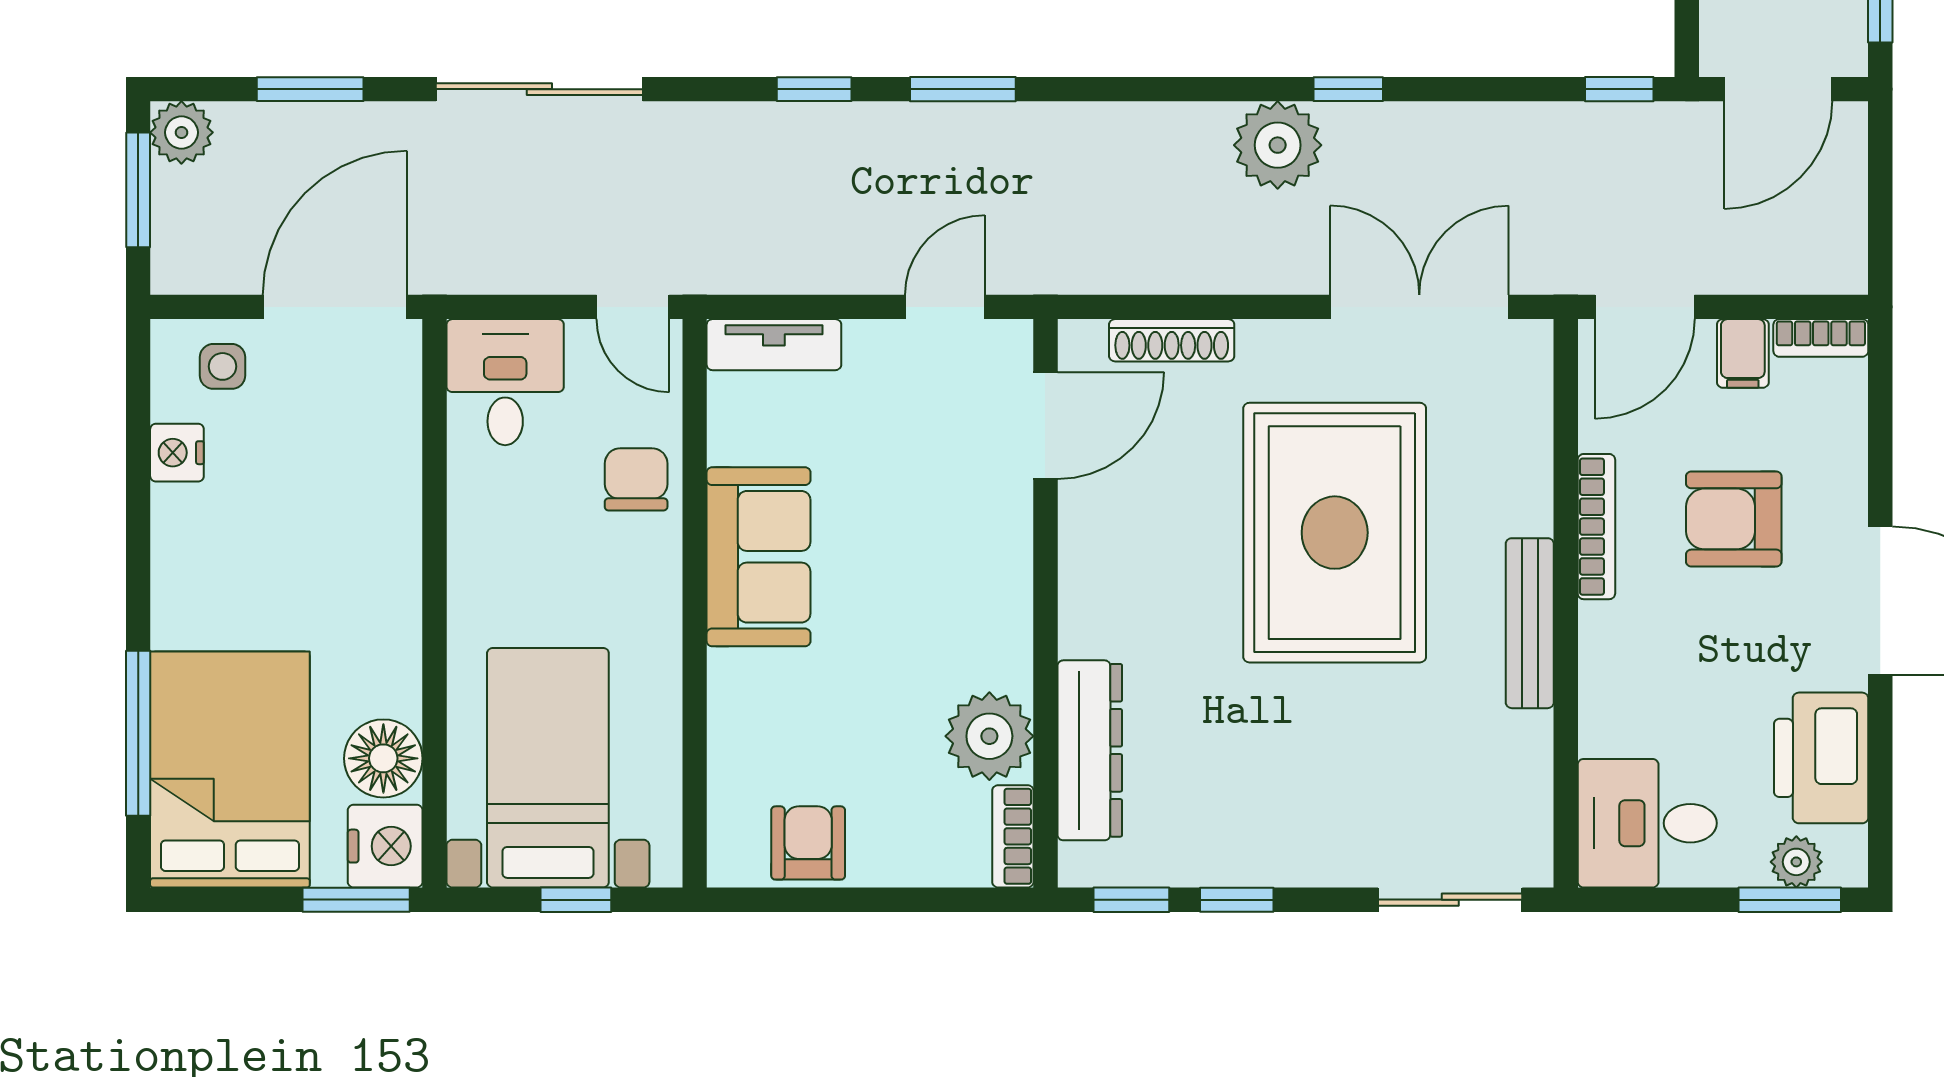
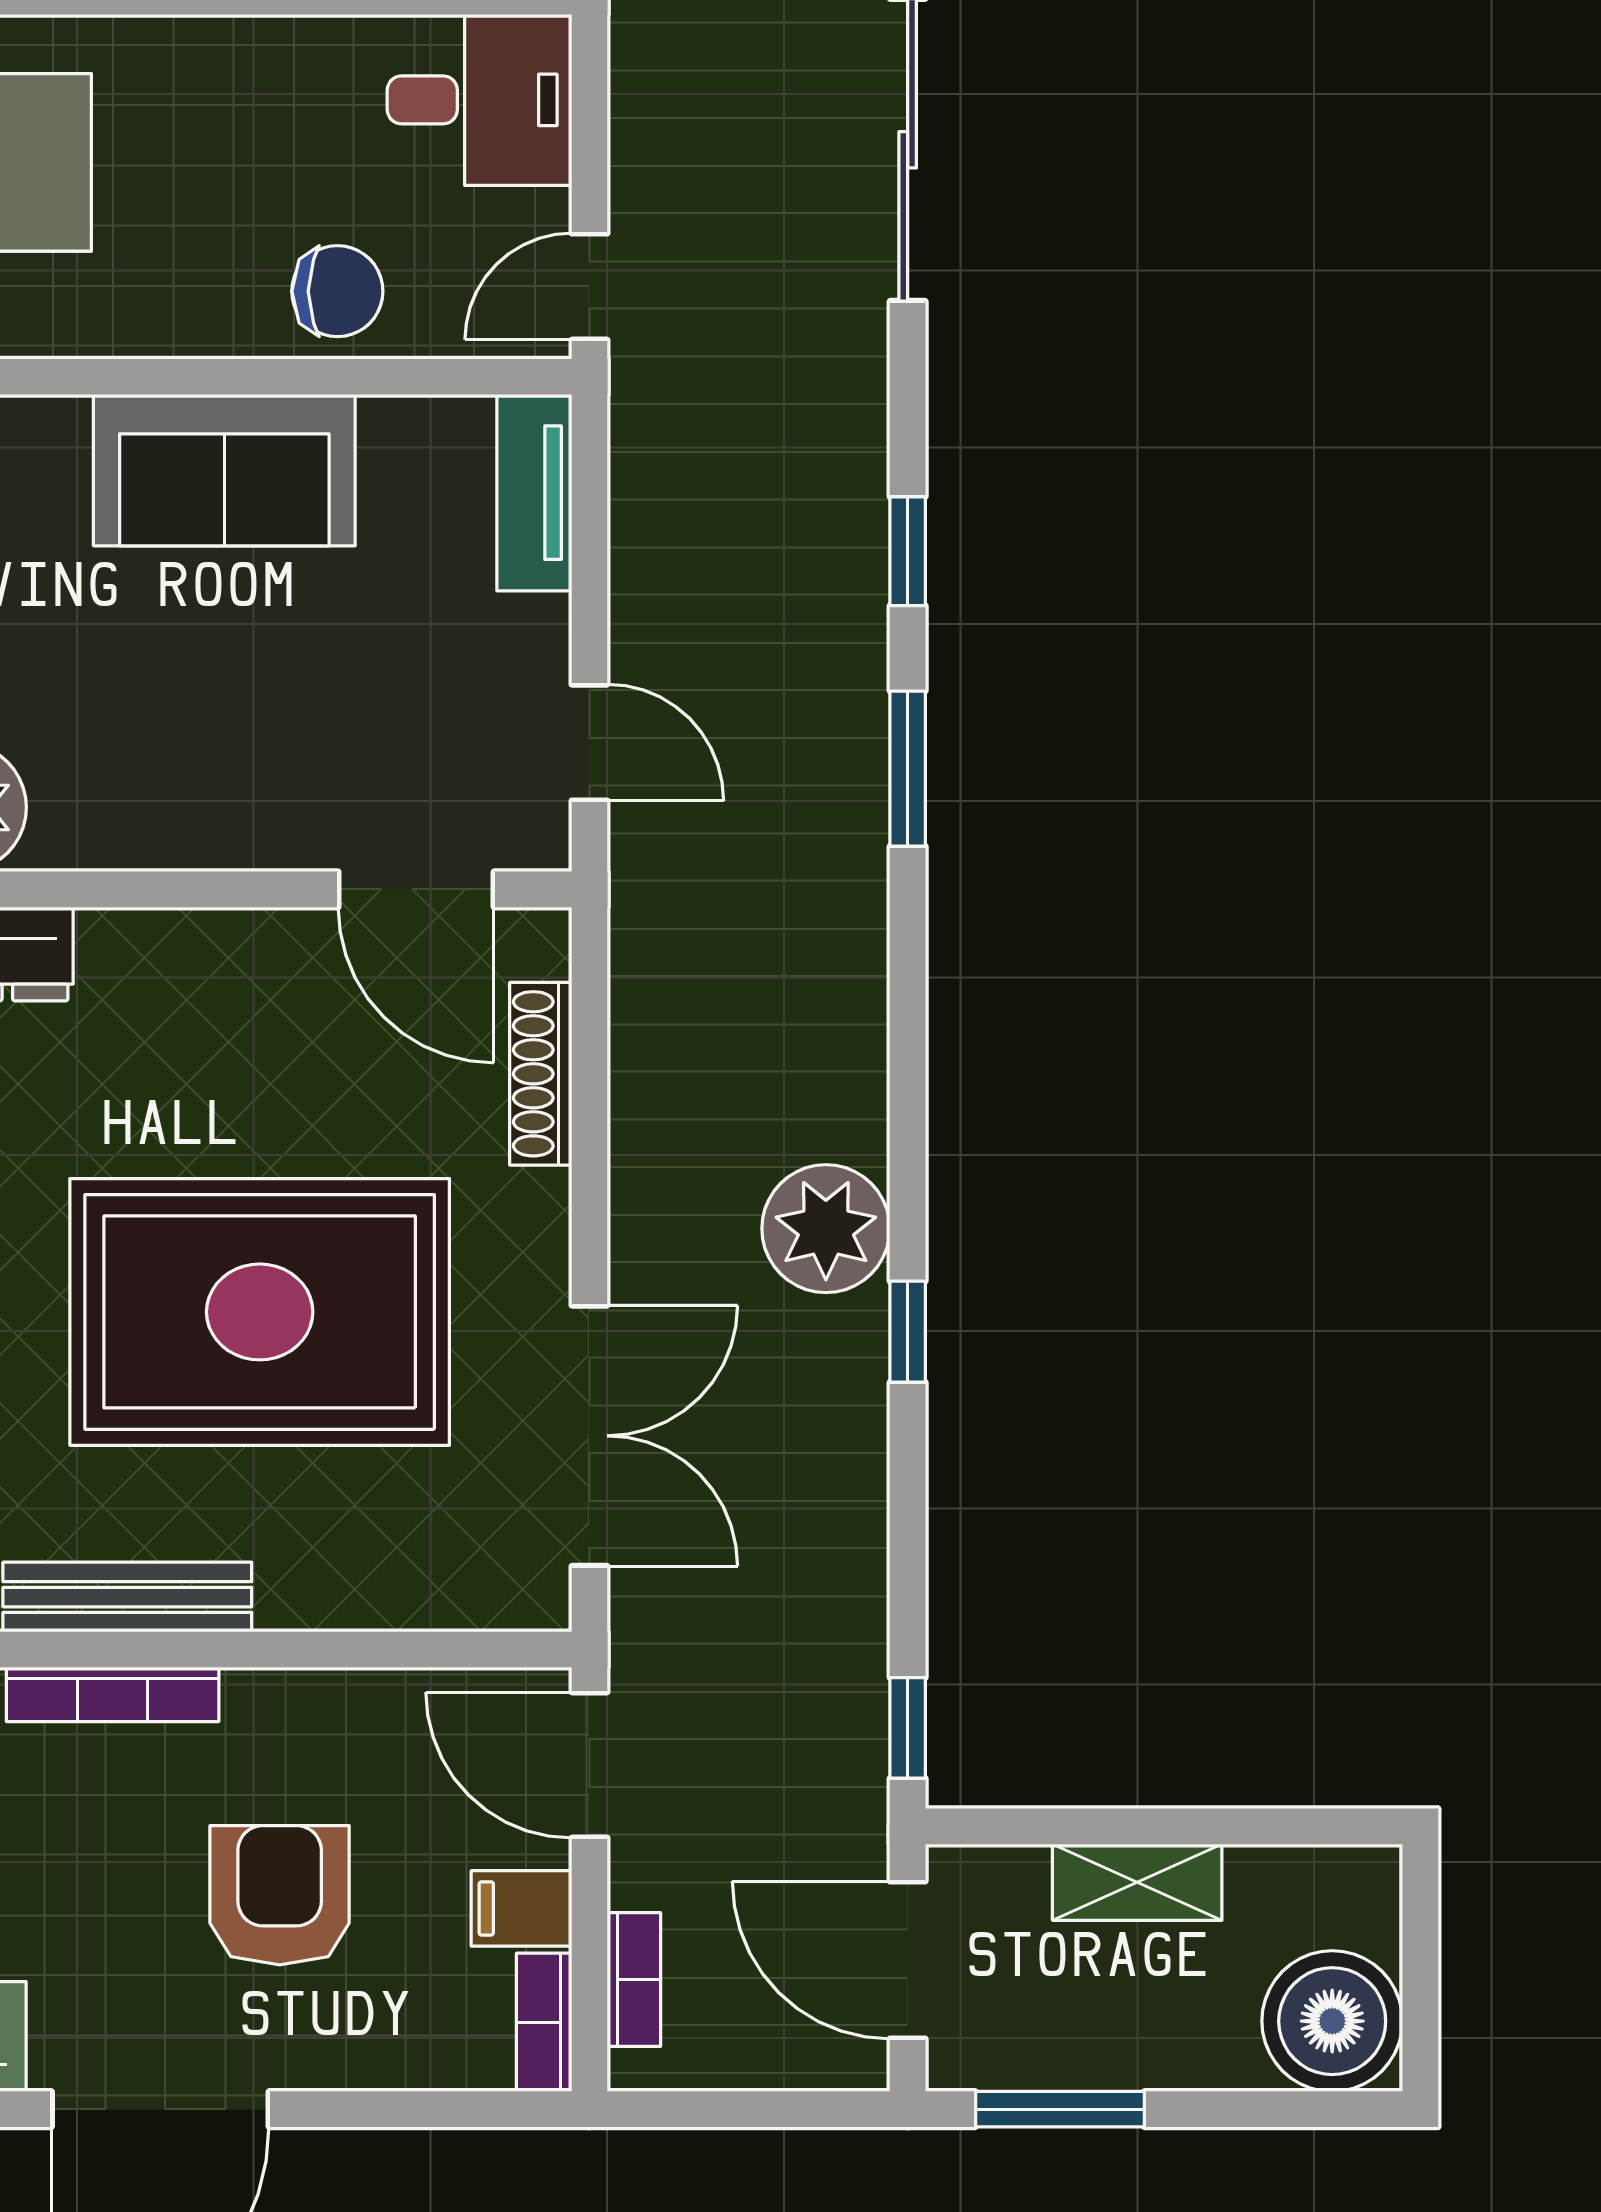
bookcase: (1792, 276) -> (634, 1980), added
bookcase: (1596, 527) -> (113, 1694), moved

